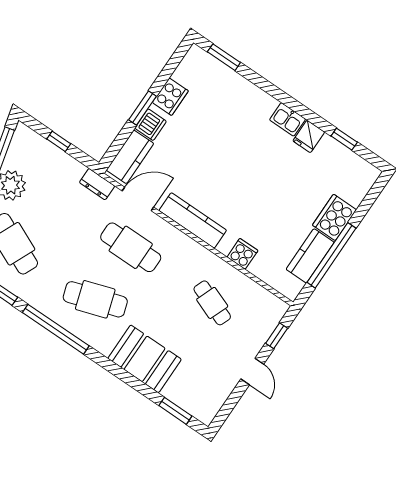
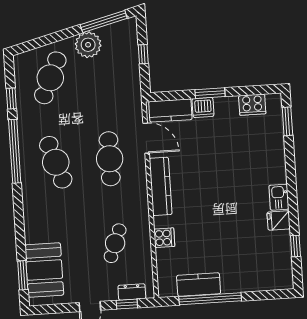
cooker: (170, 97) -> (252, 105), moved
dresser: (97, 184) -> (132, 292), moved, turned 90
cooker: (334, 217) -> (237, 281), removed
booth: (145, 359) -> (44, 270), moved

